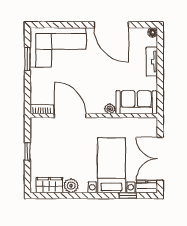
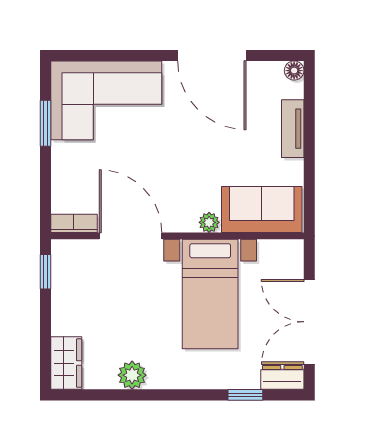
window: (28, 151) -> (45, 272), moved
bed with nightstands: (111, 165) -> (210, 294), moved, turned 180
wardrobe: (49, 185) -> (66, 363), moved, turned 90

